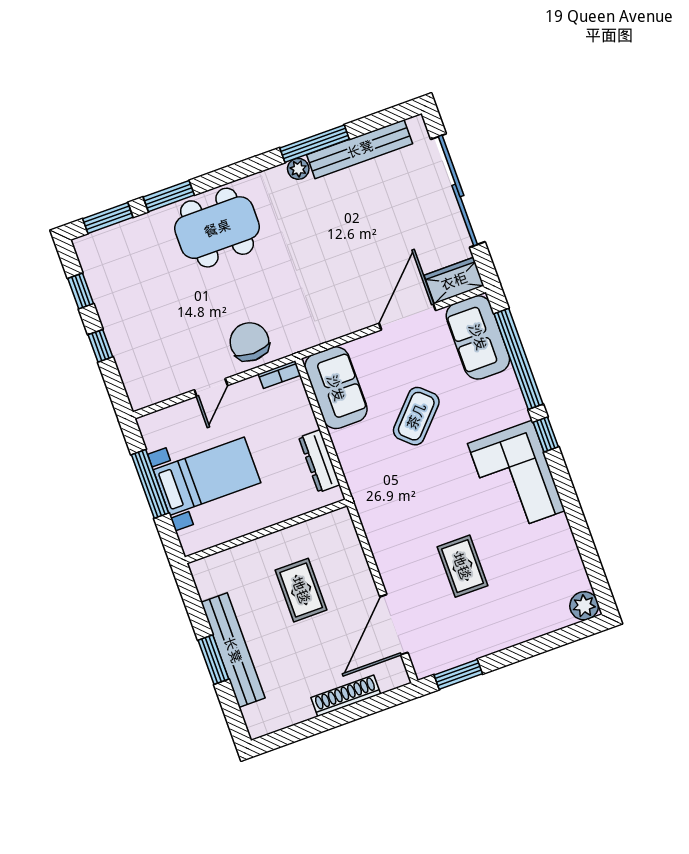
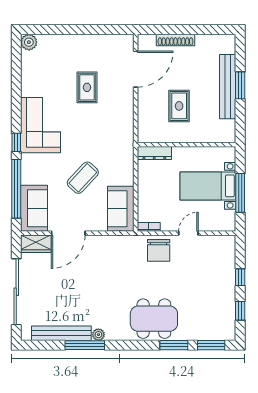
dresser: (319, 461) -> (154, 153), moved, turned 90
window: (458, 674) -> (110, 30), removed

